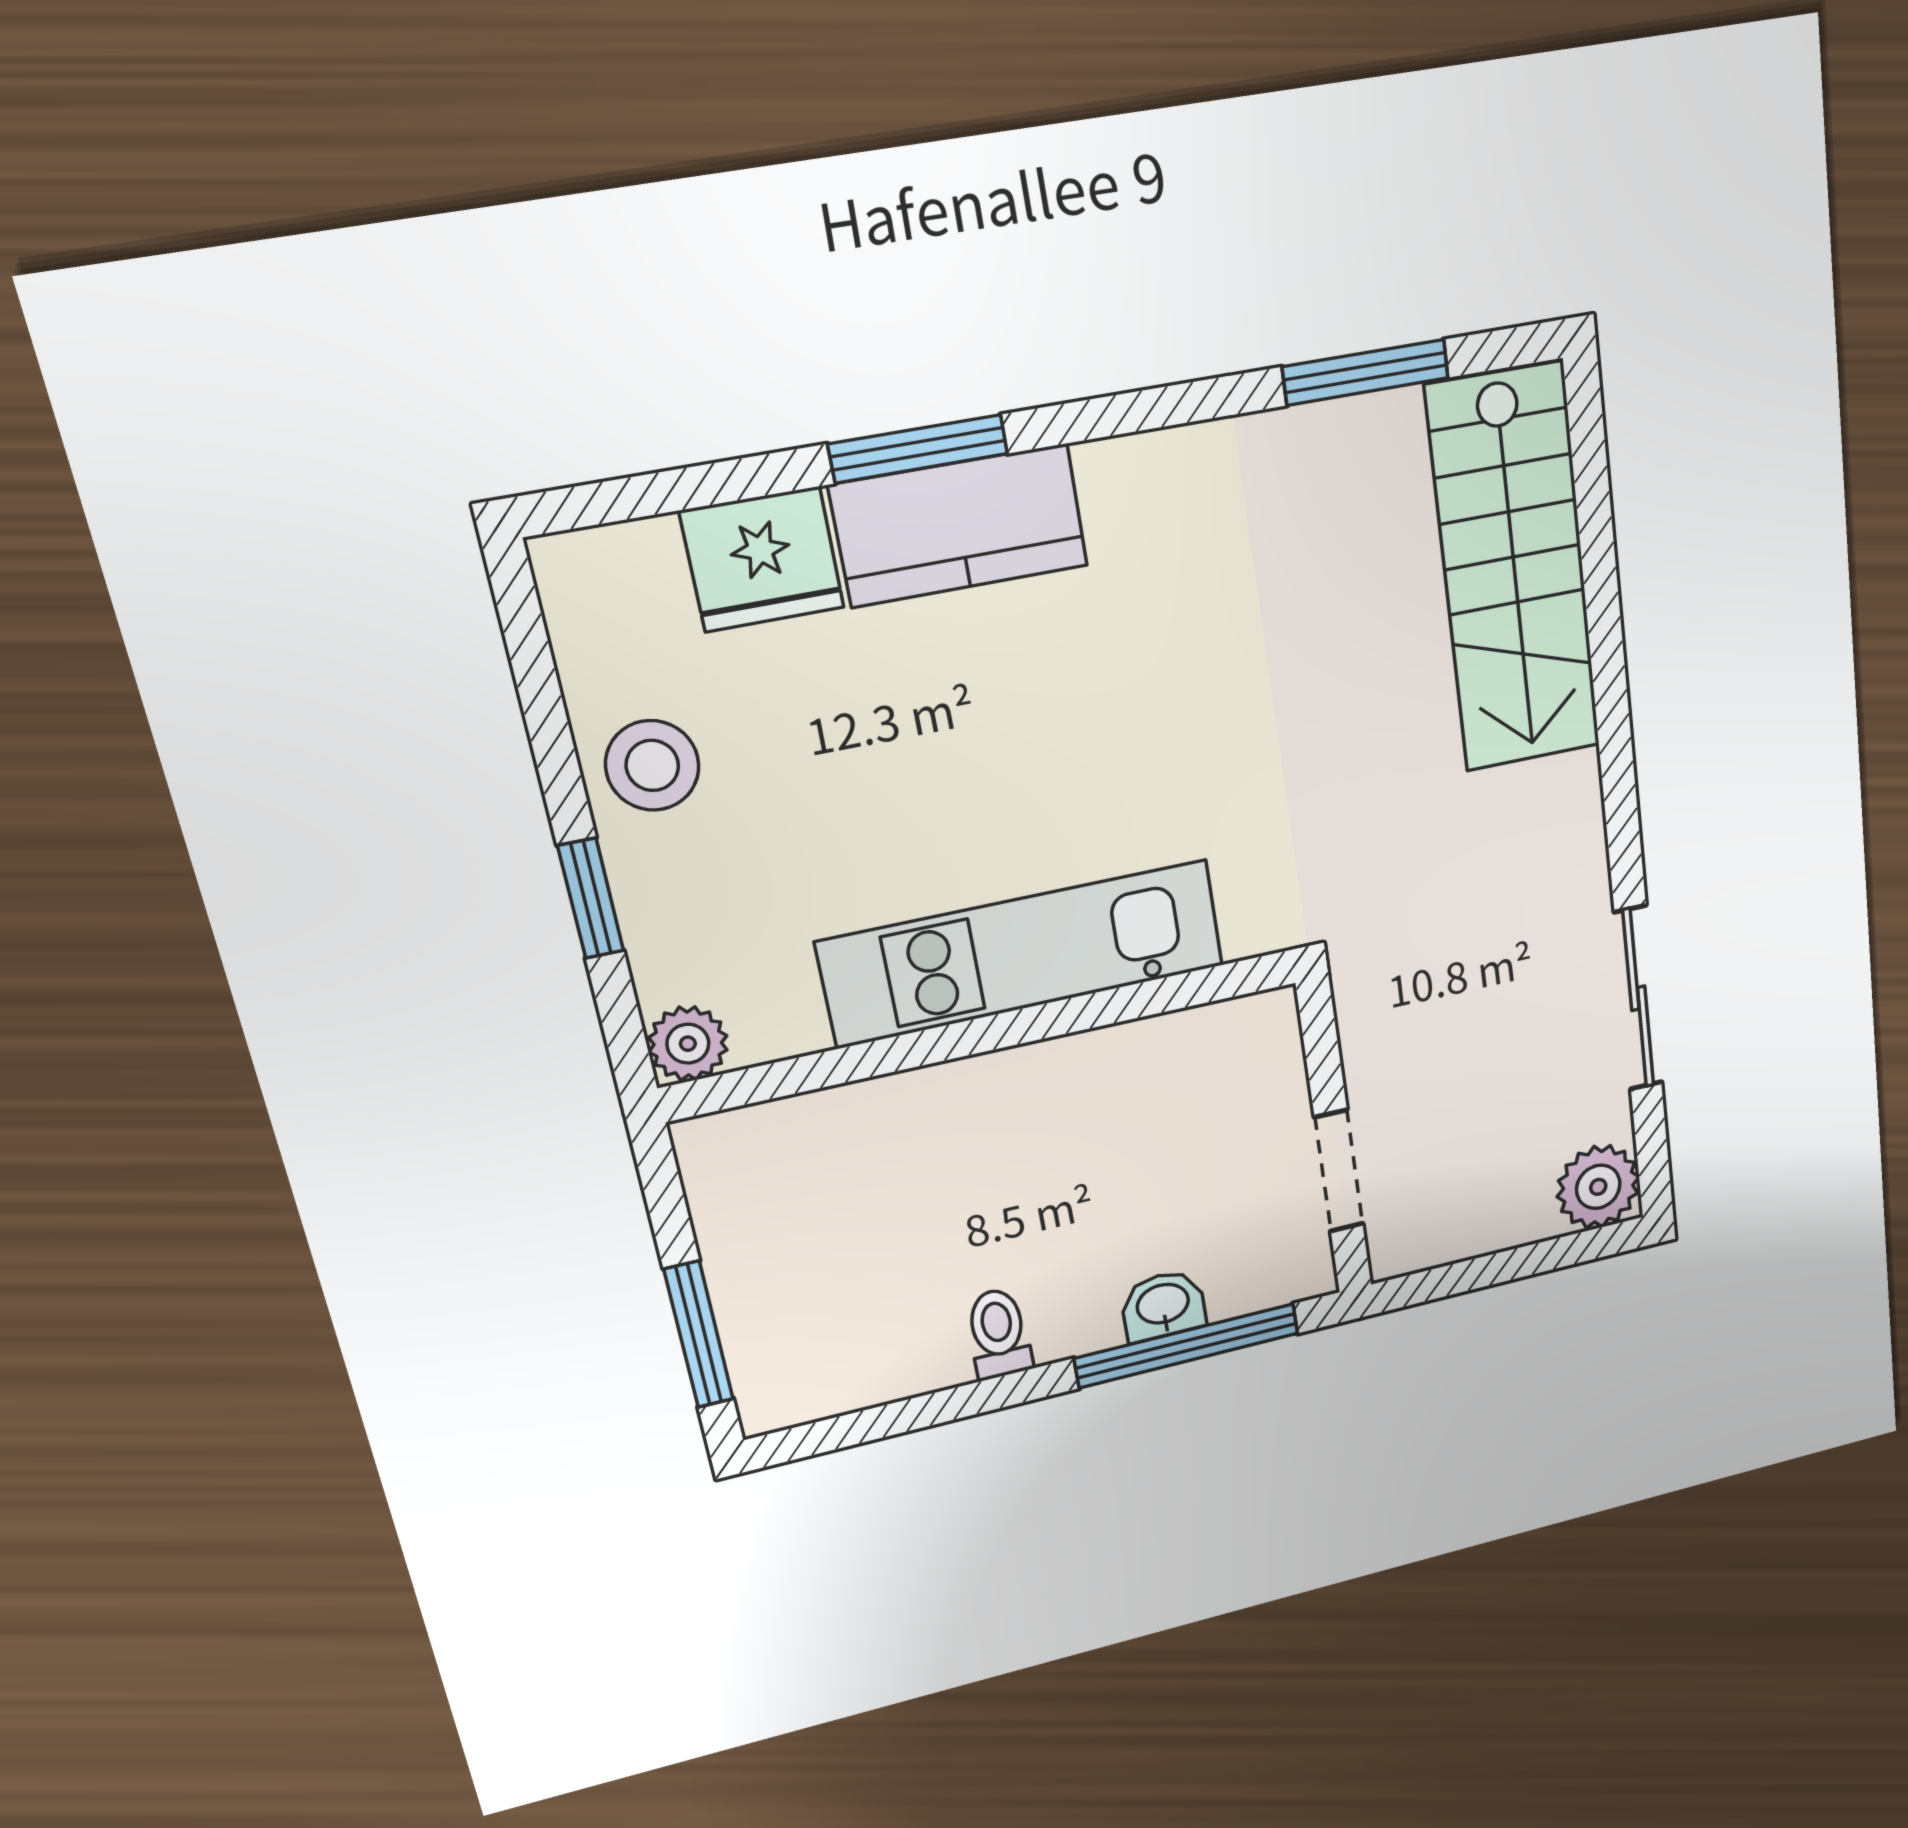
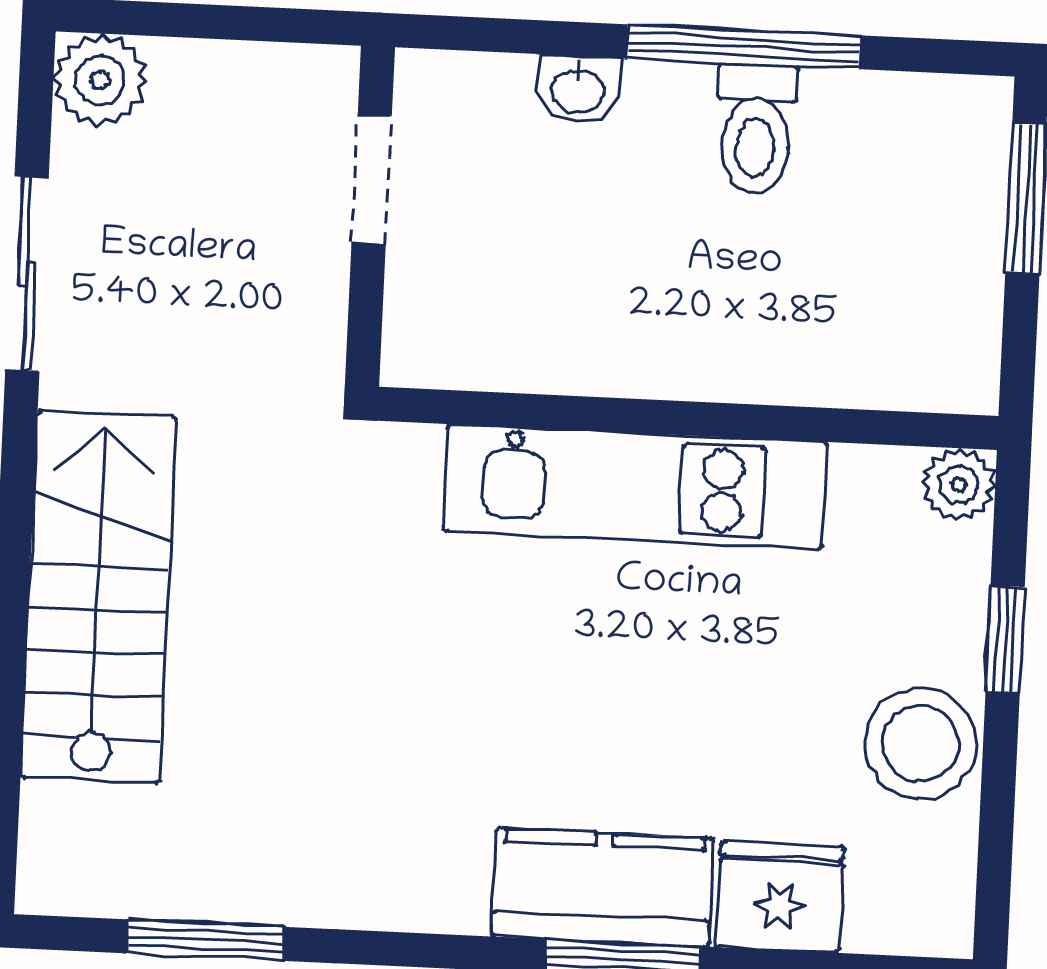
stairs: (1514, 570) -> (98, 597), moved
stool: (652, 765) -> (920, 743), width x1.38, depth x1.38
toilet: (999, 1334) -> (756, 129), width x1.37, depth x1.39
window: (1187, 1346) -> (743, 47), moved

